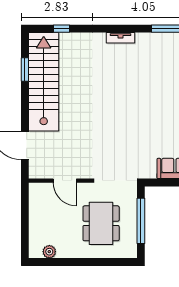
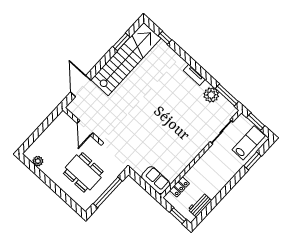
plant: (153, 42) -> (211, 95), added
dining table: (101, 223) -> (83, 172), turned 90

